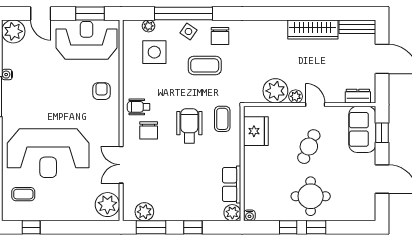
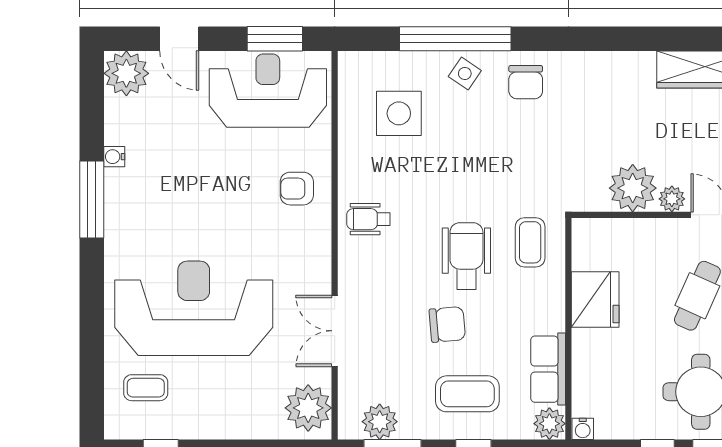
plant: (149, 26) -> (388, 63), removed
coffee table: (205, 65) -> (467, 394), moved
armchair: (101, 91) -> (297, 189), turned -90
chair: (149, 130) -> (447, 324), moved, turned -95
fridge: (256, 131) -> (595, 299), moved
reception desk: (48, 153) -> (194, 308), turned 180

